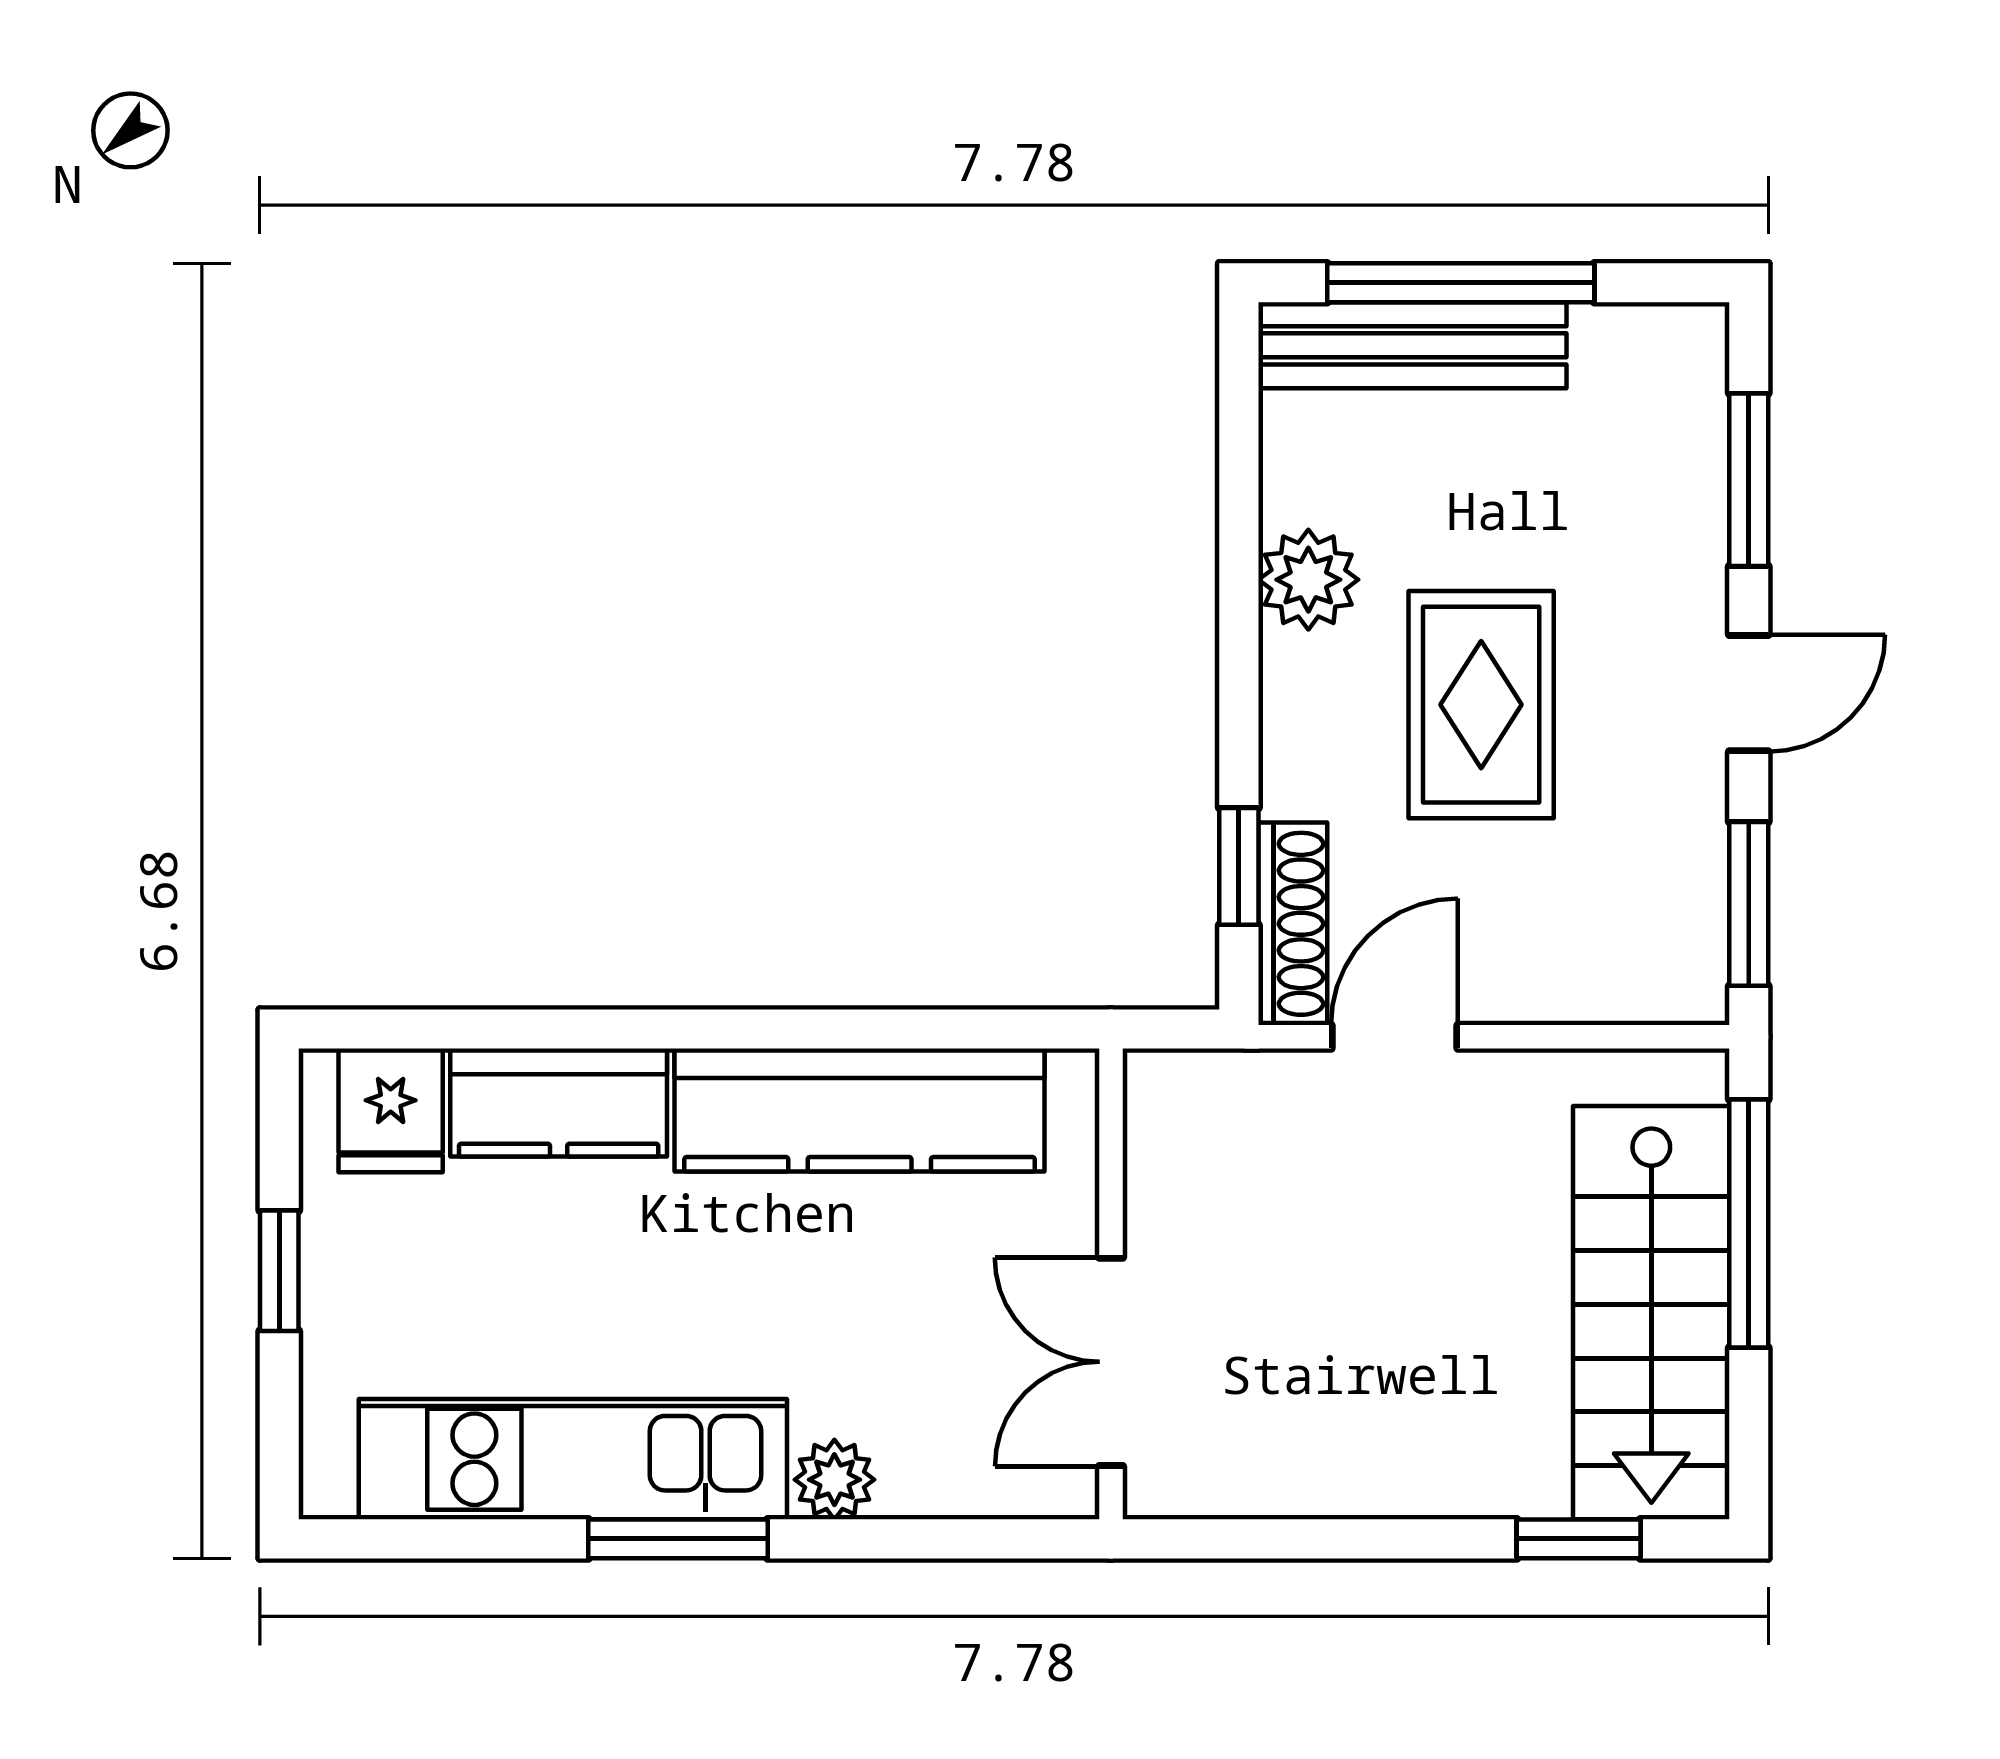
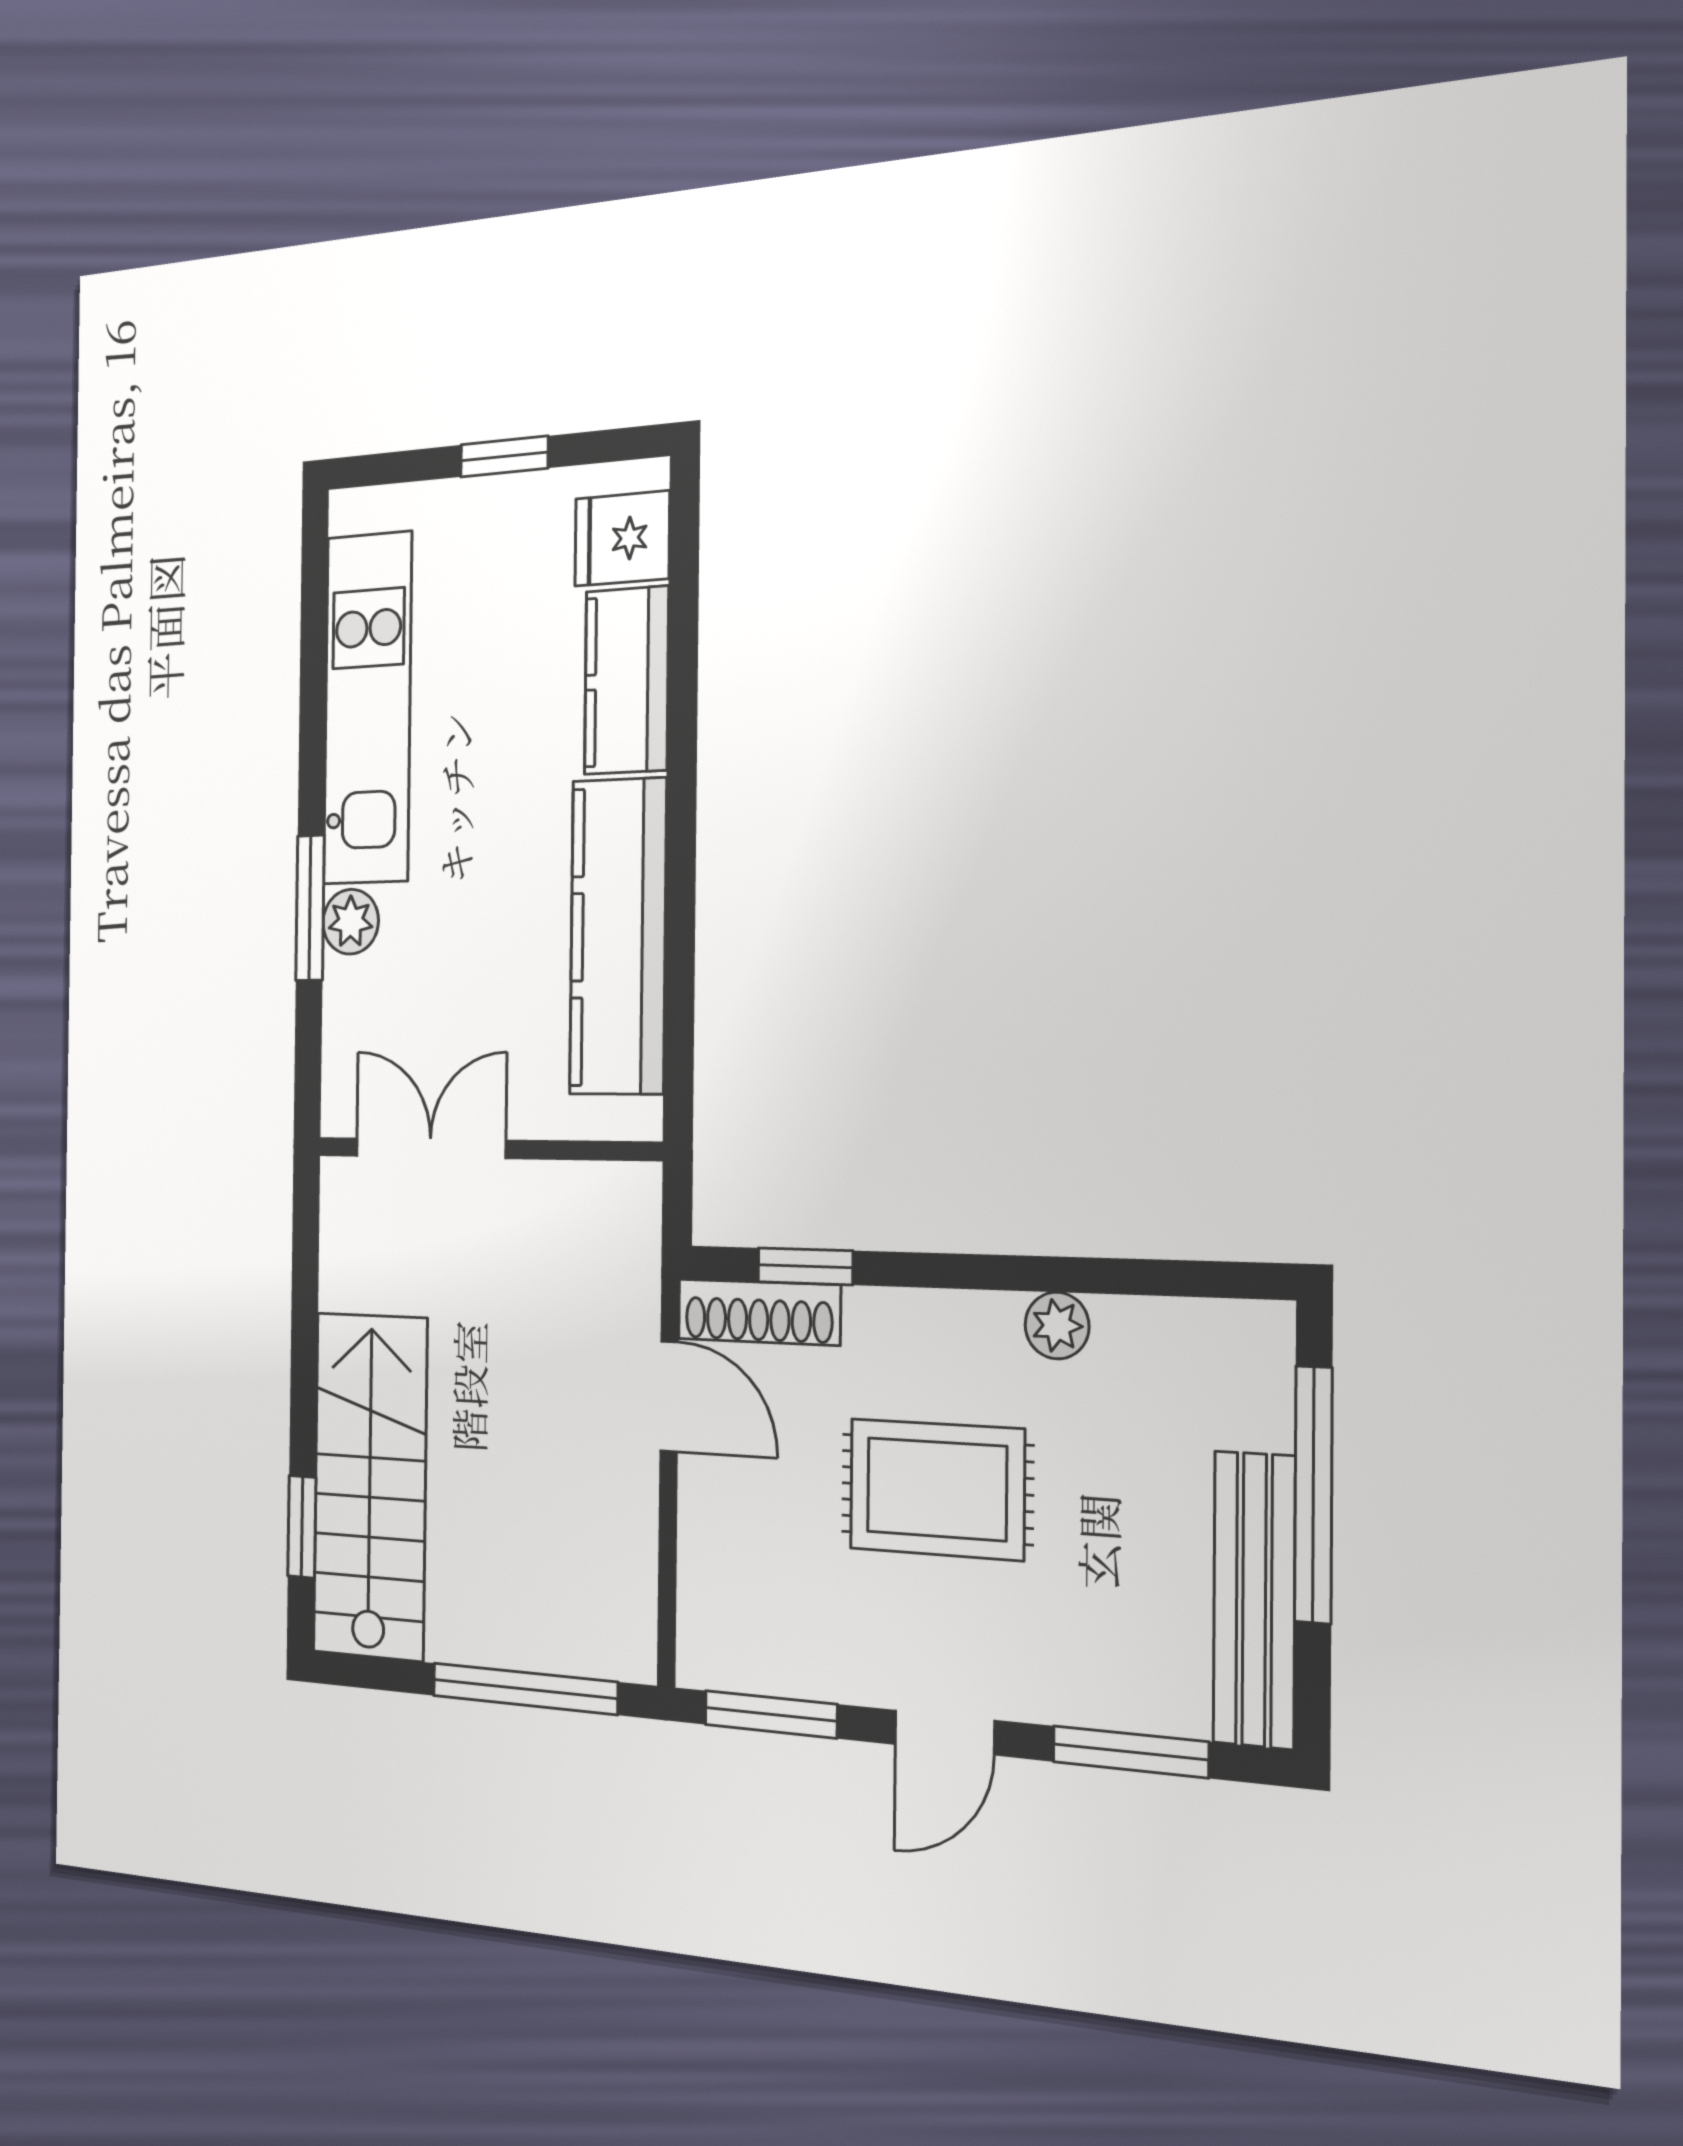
bench: (1412, 345) -> (1254, 1600), moved
plant: (1308, 580) -> (1057, 1326), width x0.73, depth x0.73
door: (1749, 693) -> (944, 1732), hinge flipped
stairs: (1651, 1313) -> (370, 1486), moved, turned 90
window: (678, 1539) -> (310, 908), moved

